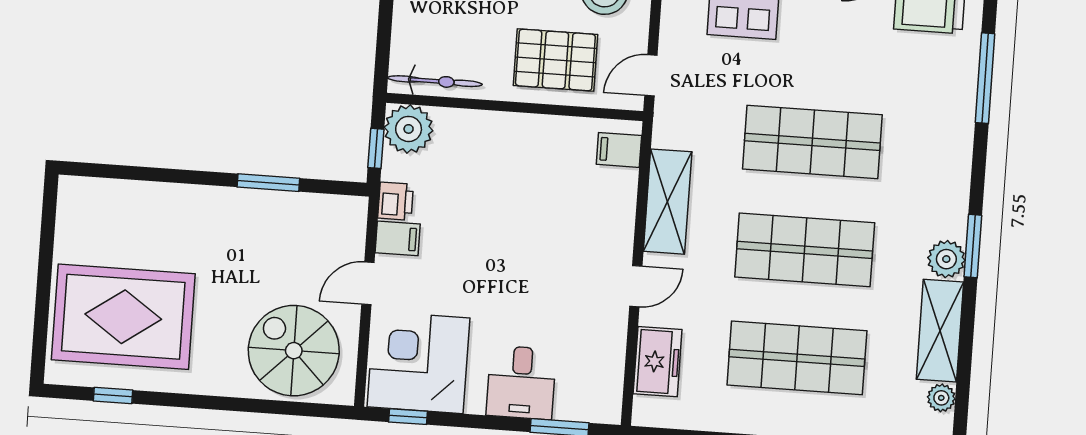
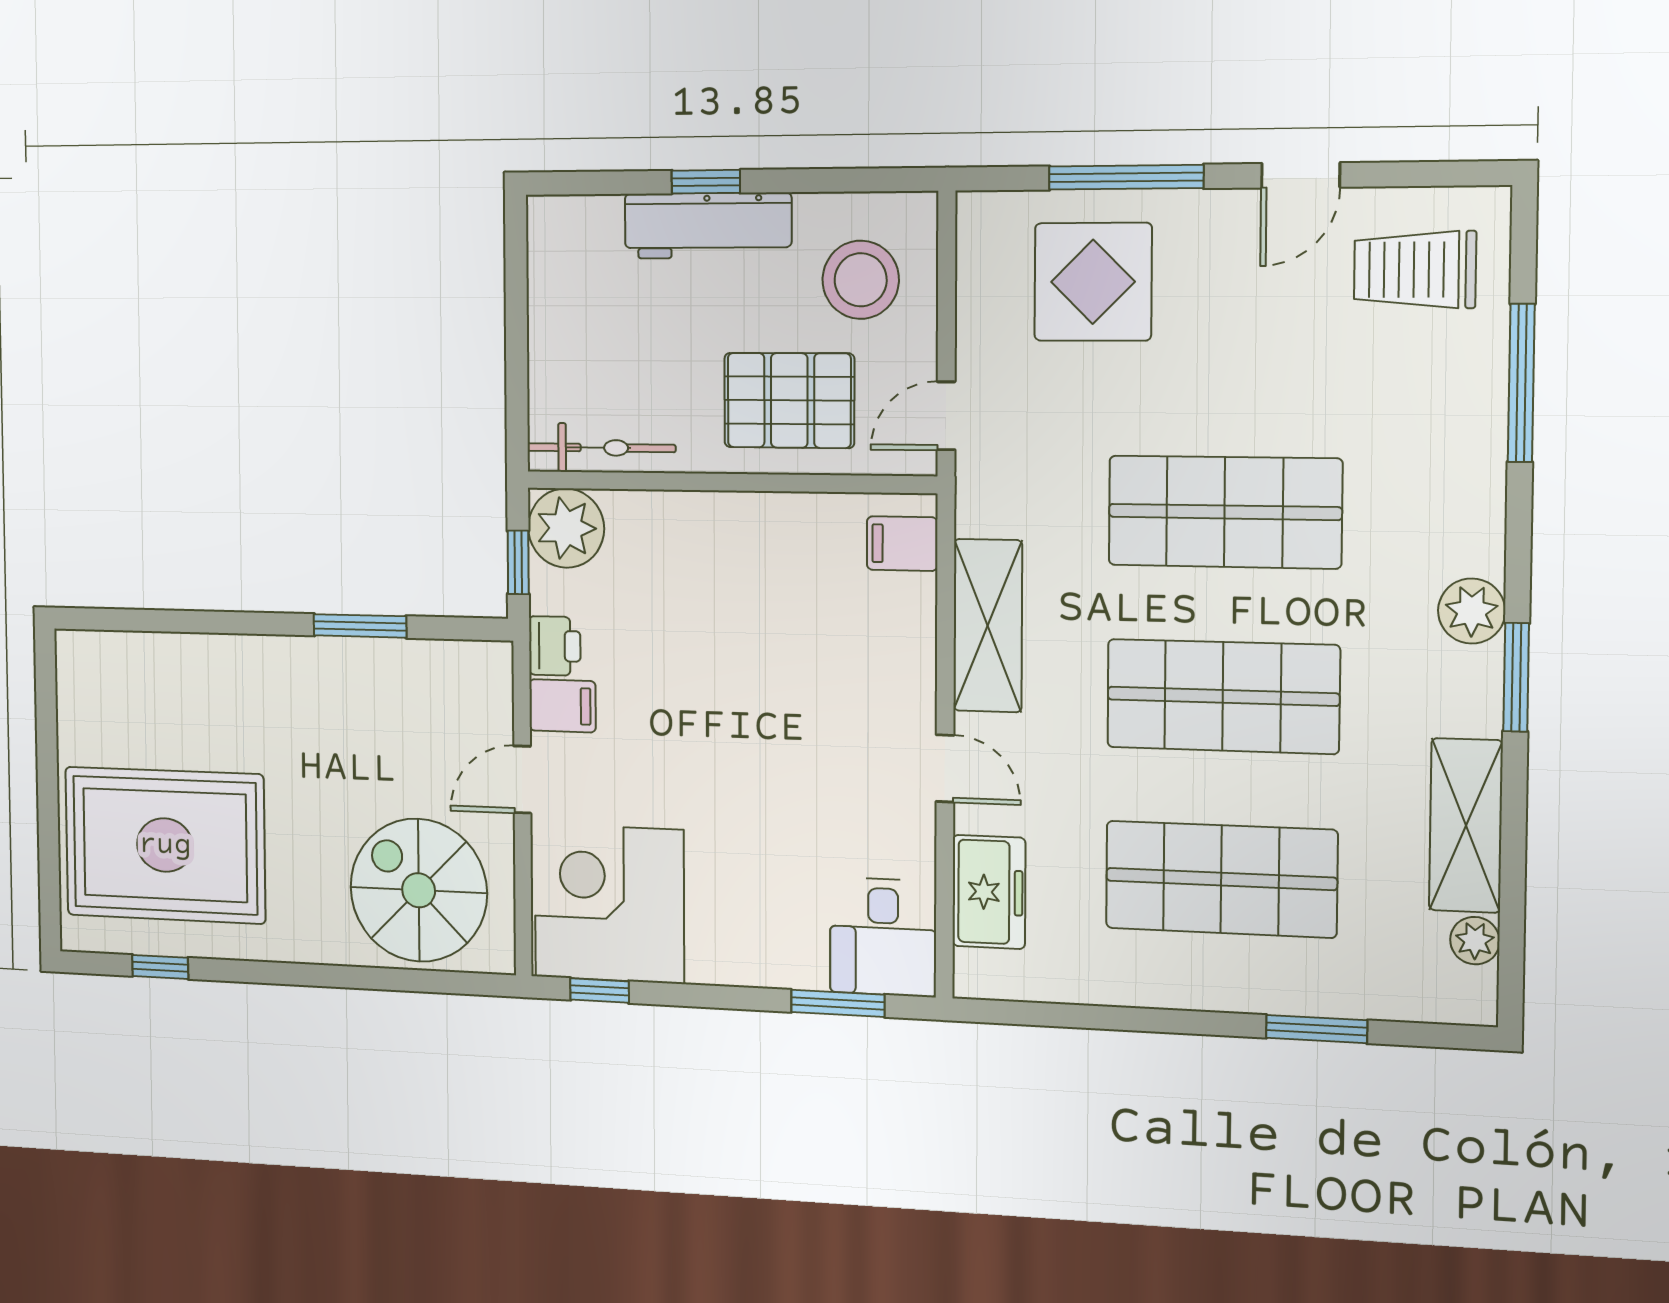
plant: (946, 259) -> (1472, 611), moved
door: (636, 286) -> (945, 768), hinge flipped
desk: (521, 382) -> (883, 937), moved

